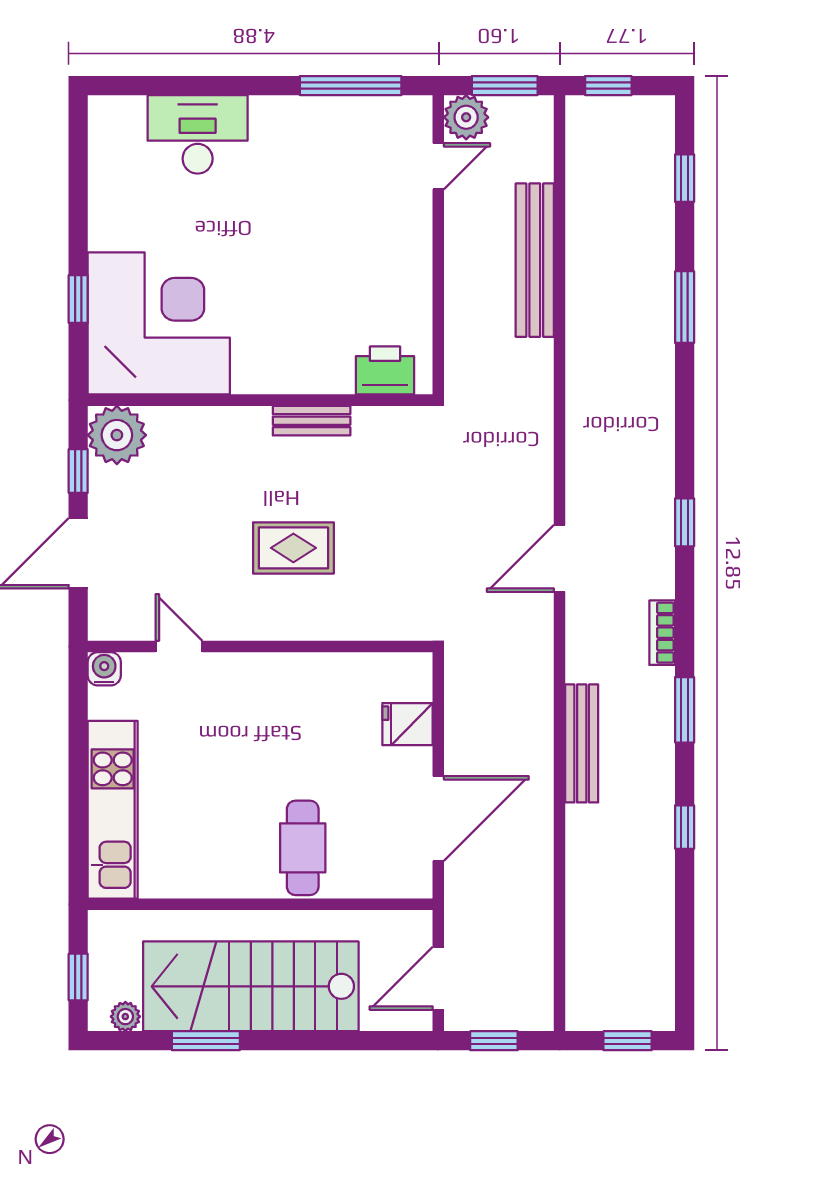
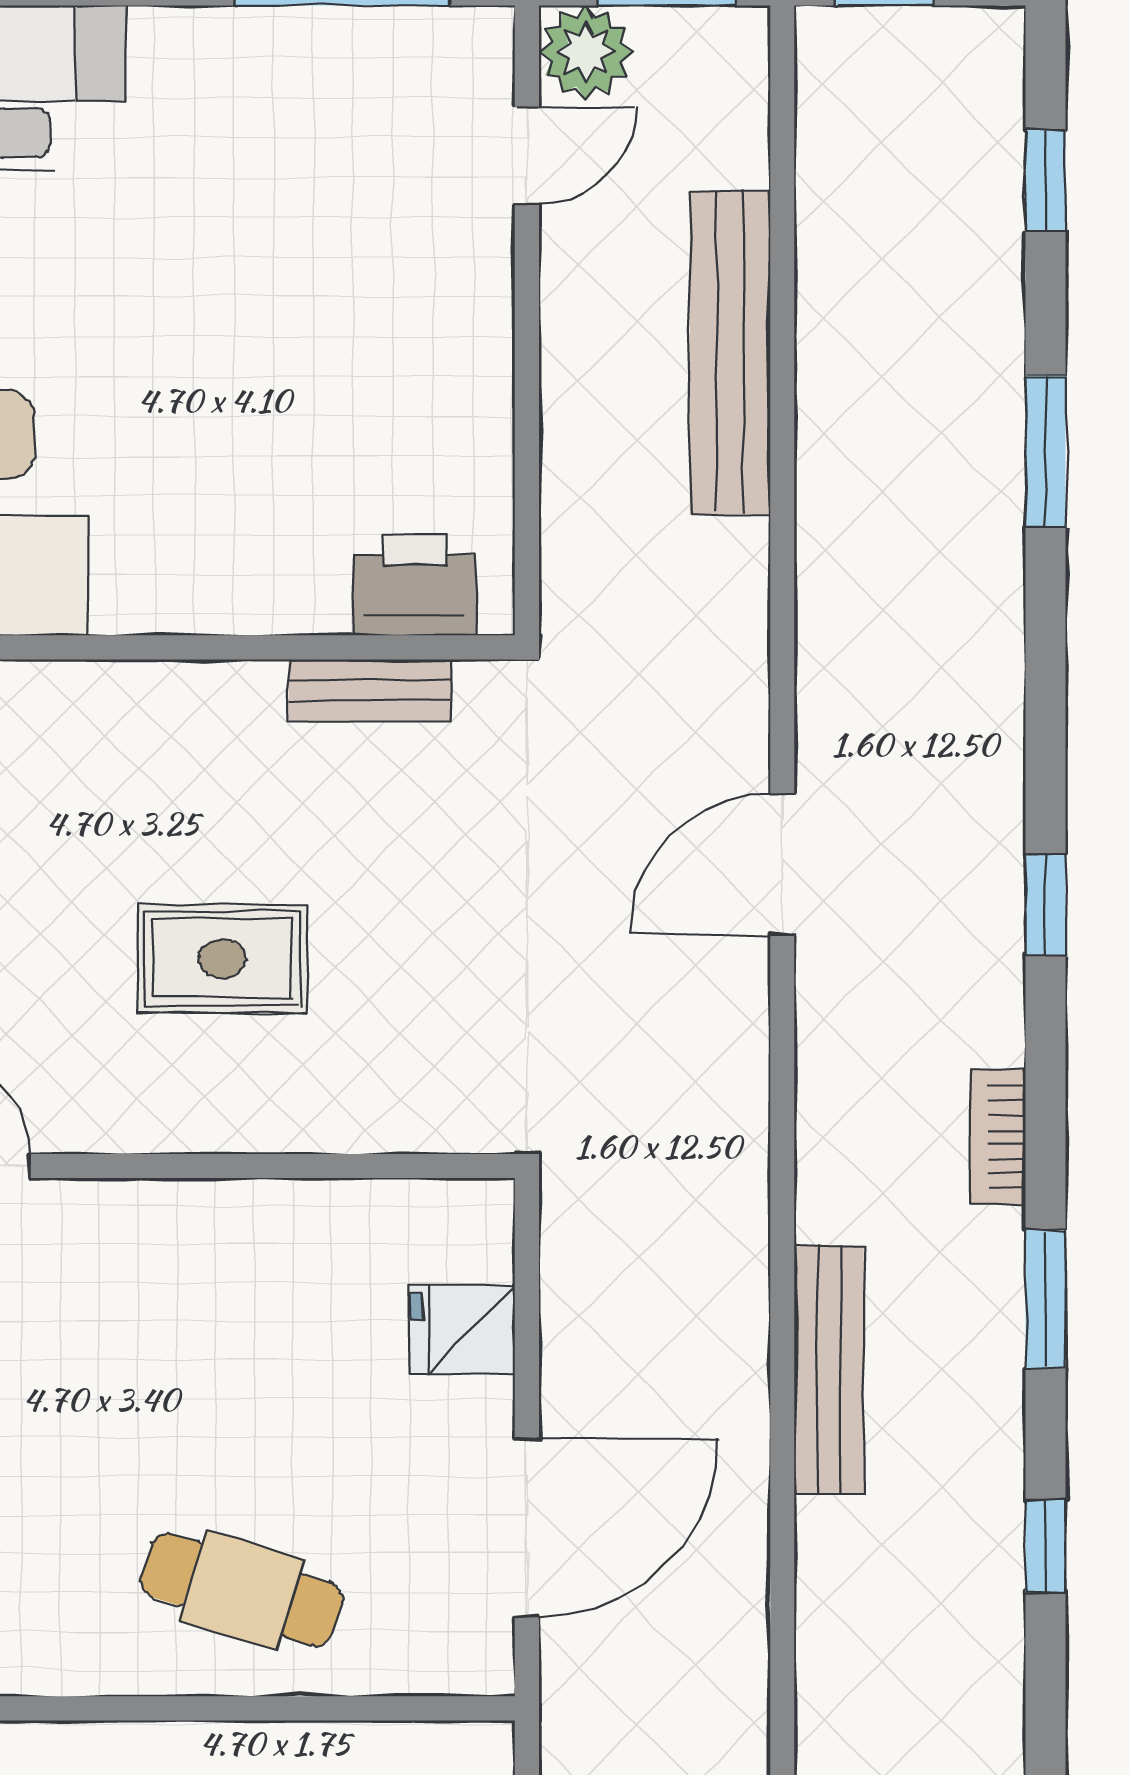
bench: (312, 421) -> (370, 691), moved
door: (560, 558) -> (782, 864), moved
cafe table: (303, 848) -> (242, 1590), turned -73

